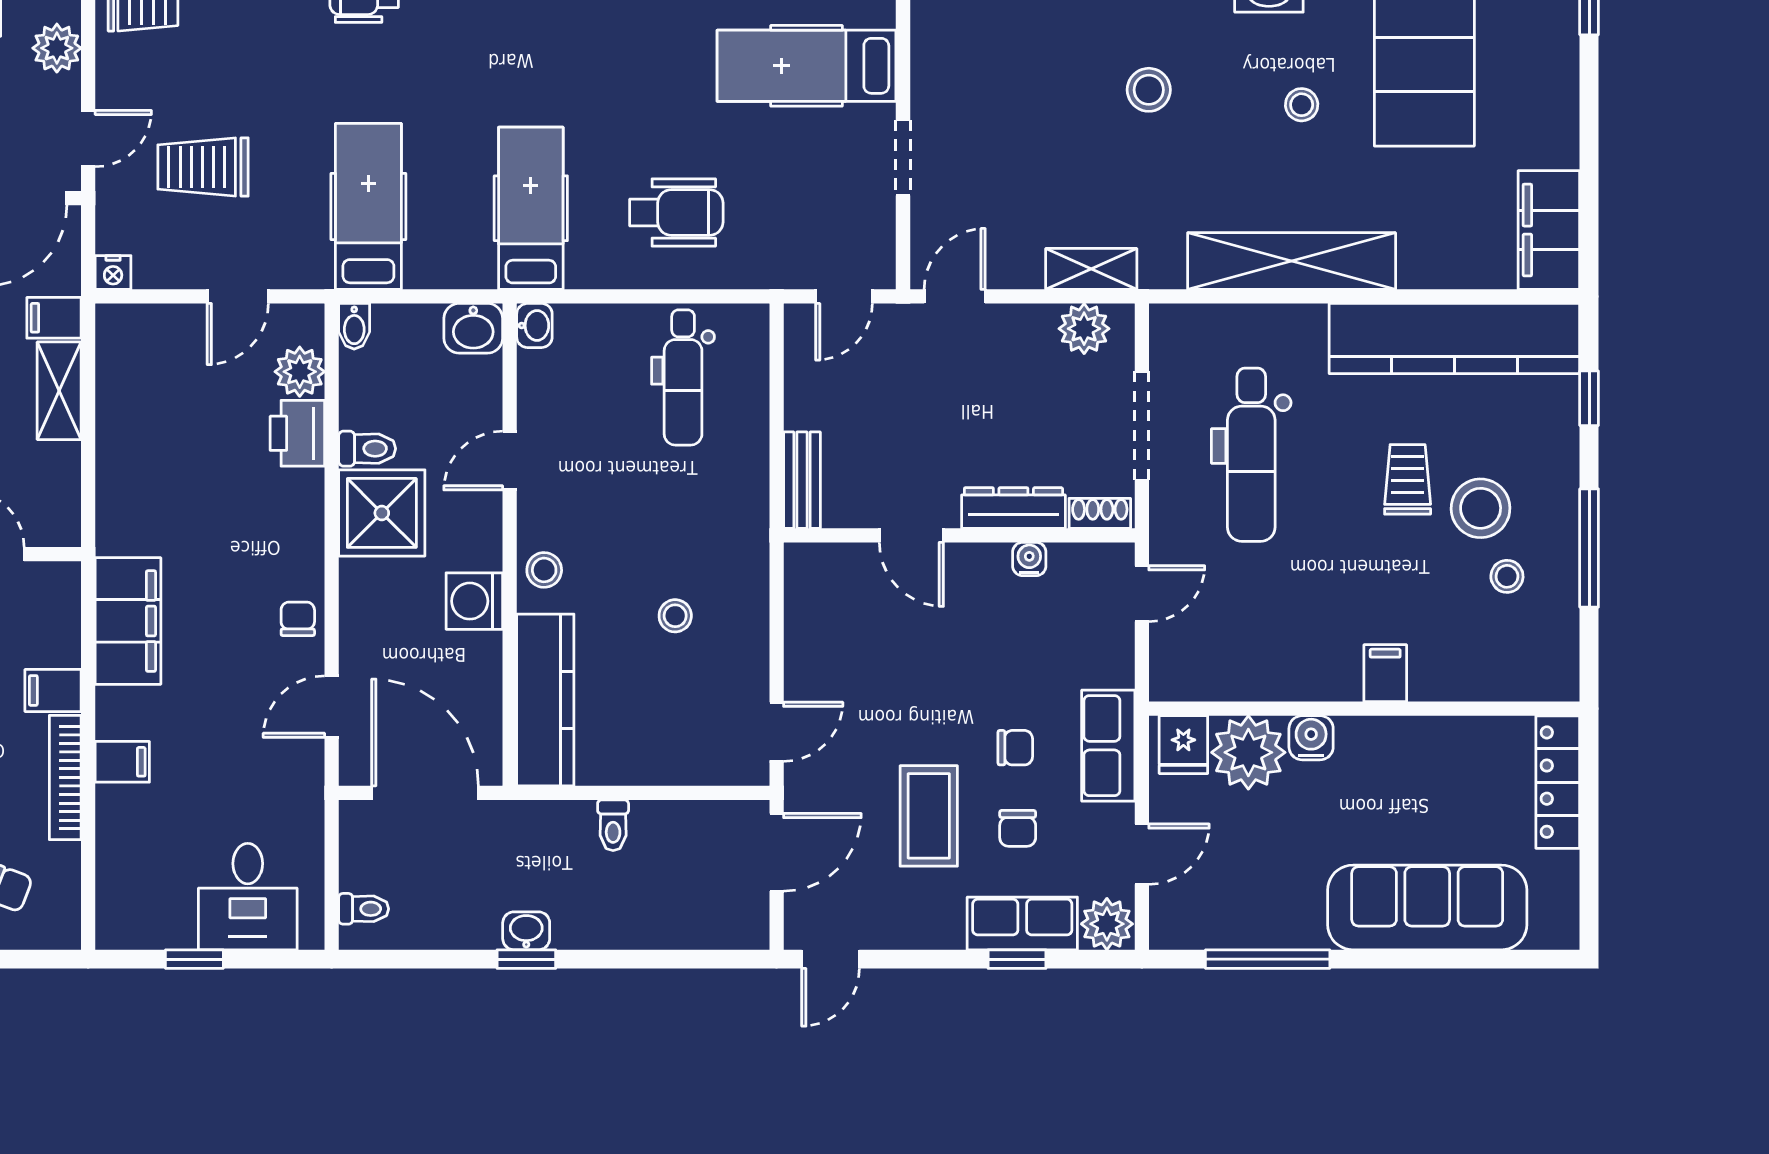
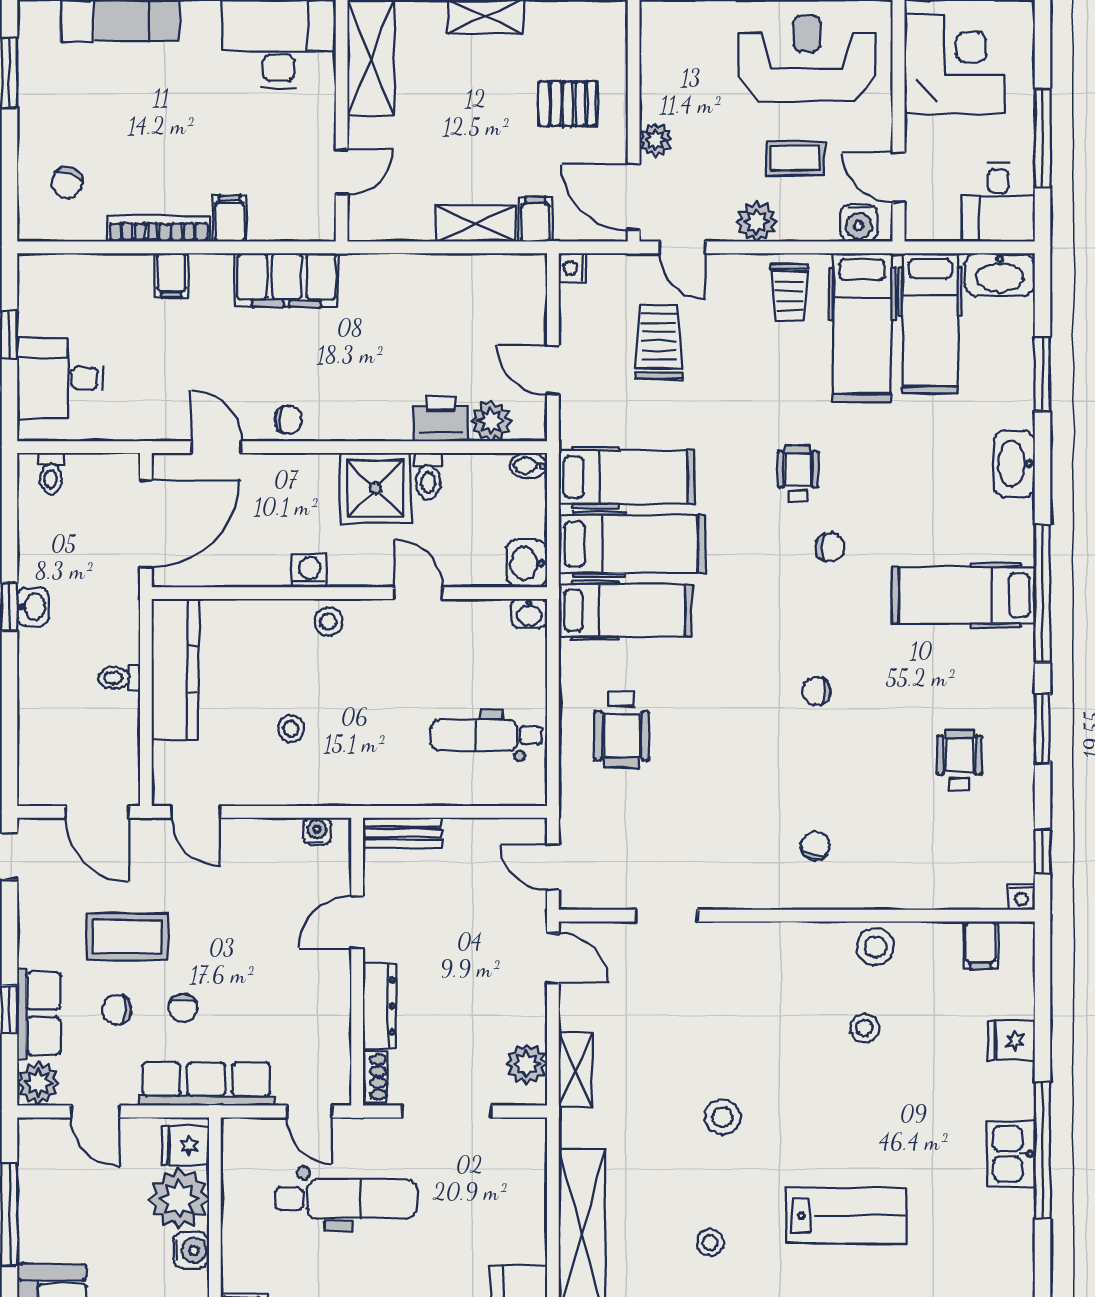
hospital bed: (806, 66) -> (632, 544), moved, turned 90
dental chair: (1251, 455) -> (346, 1199), moved, turned 180
water cooler: (1029, 559) -> (317, 831), moved, turned -90
washing machine: (474, 601) -> (309, 570), width x0.73, depth x0.73
kitchen counter: (545, 700) -> (175, 669), moved, turned -90
row of seats: (1108, 746) -> (206, 1084), width x1.48

